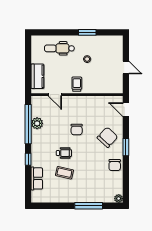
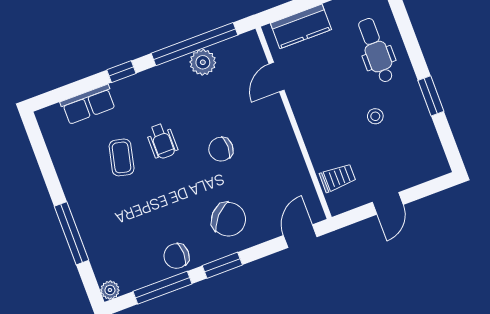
trolley: (77, 84) -> (338, 178), moved
window: (126, 176) -> (163, 288), added

